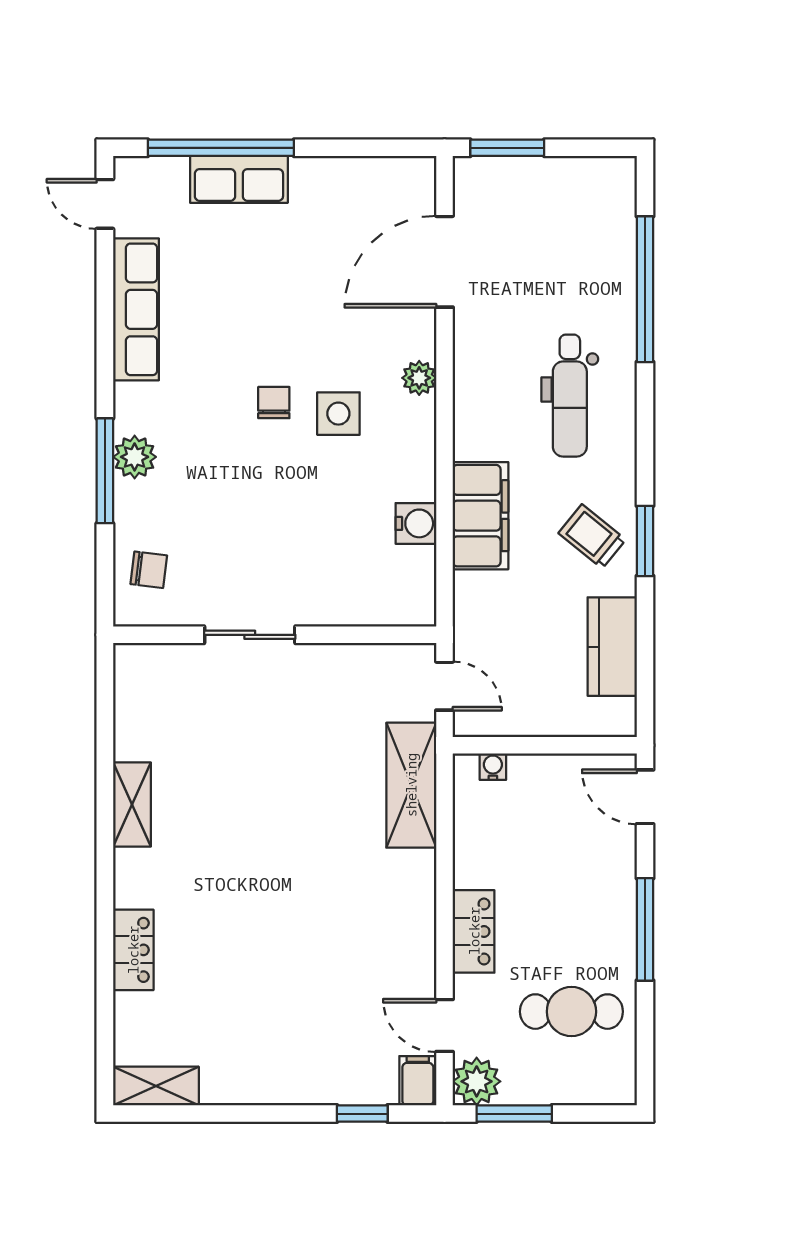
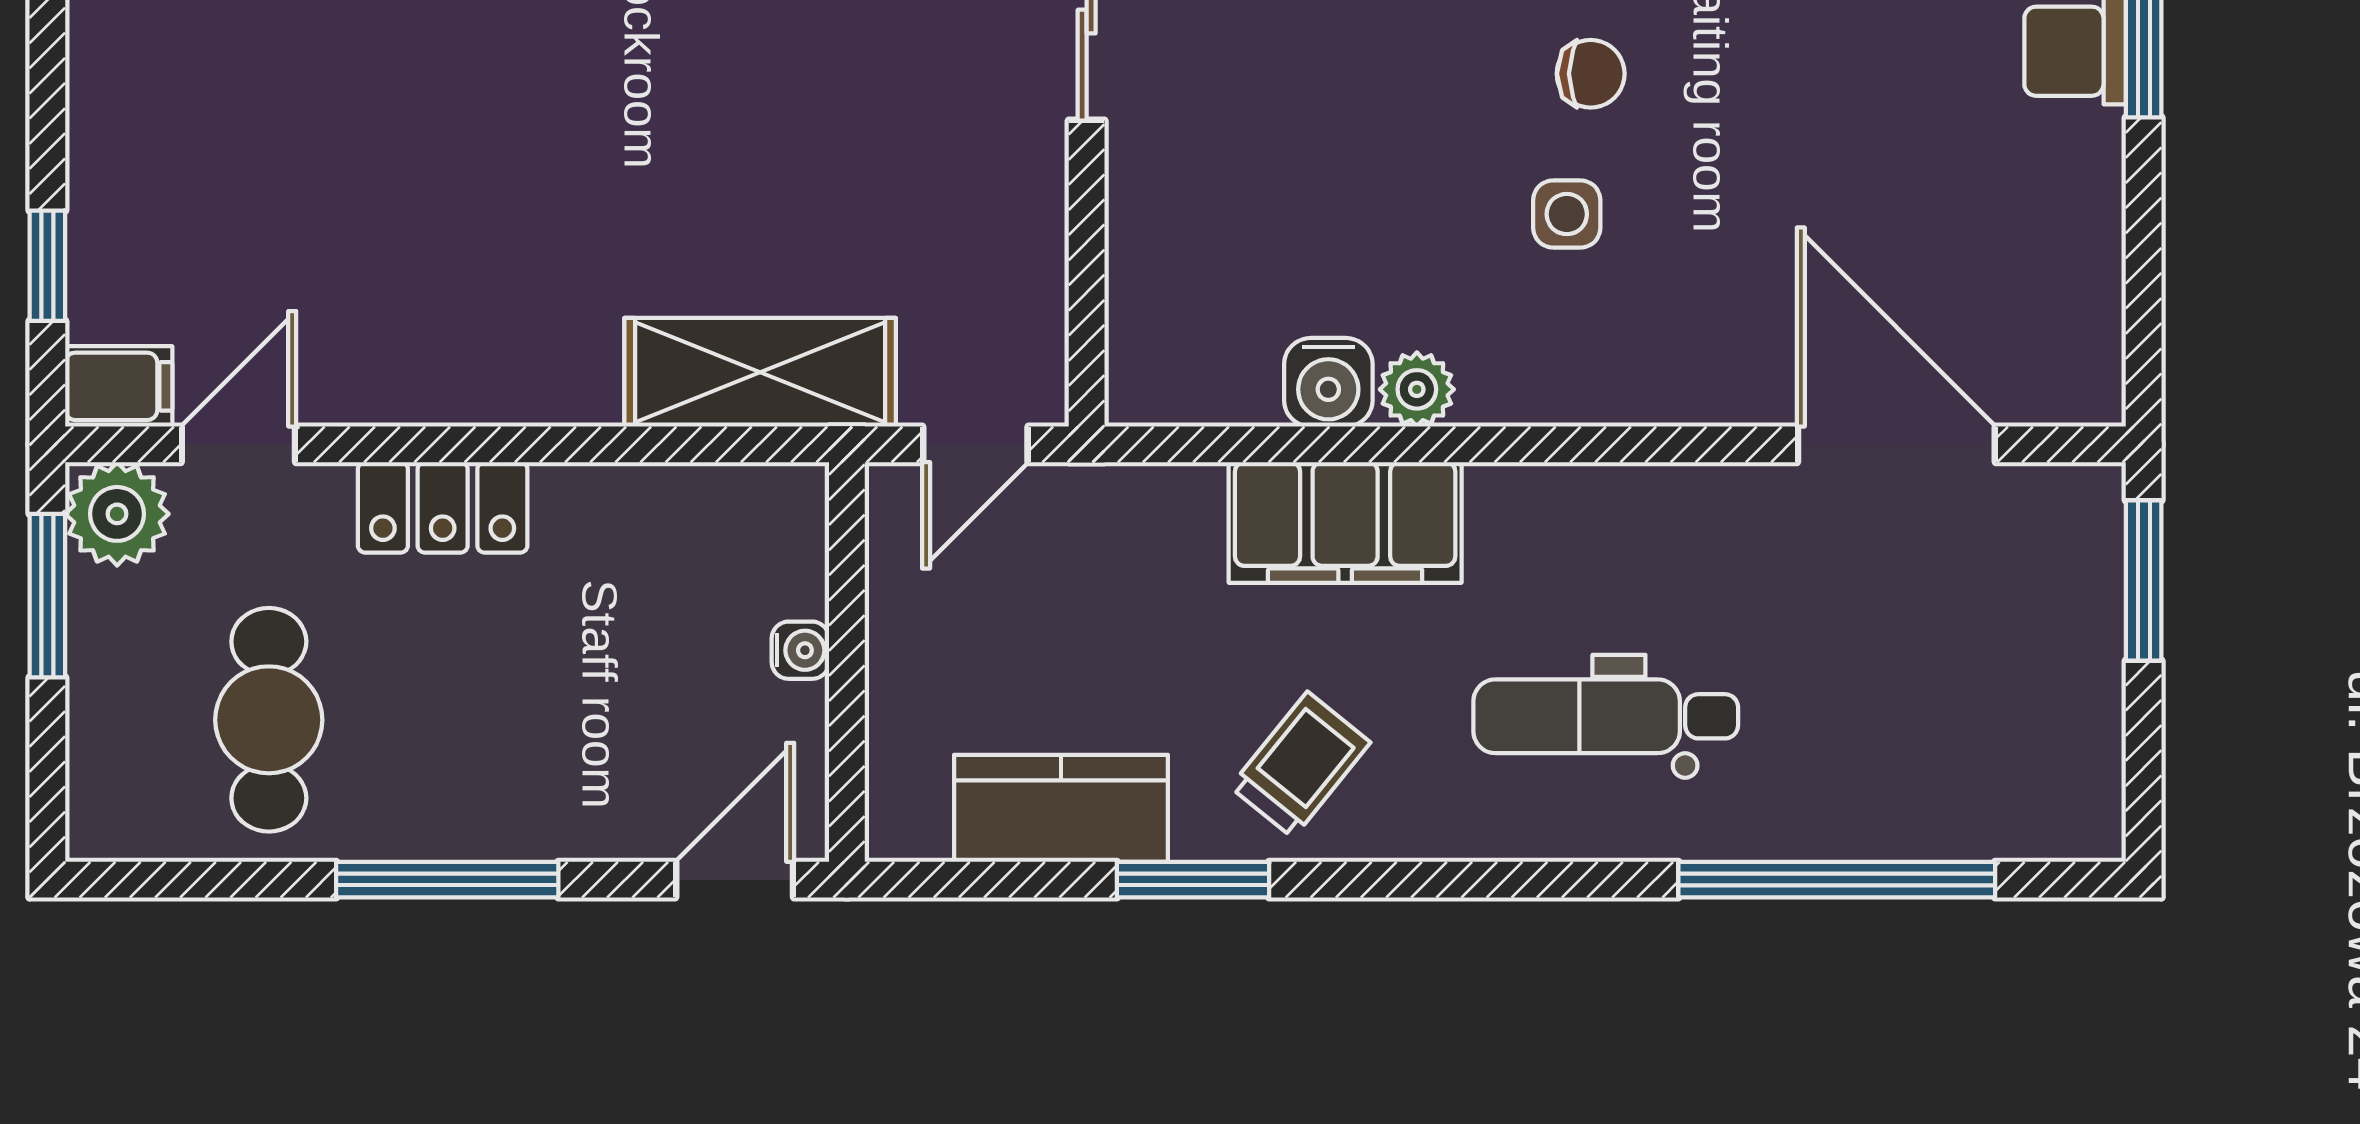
plant: (419, 378) -> (1417, 389), moved
side table: (338, 414) -> (1567, 214), width x0.73, depth x0.73
window: (645, 541) -> (1193, 880), moved
water cooler: (493, 767) -> (800, 650), moved

